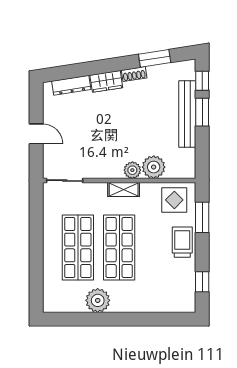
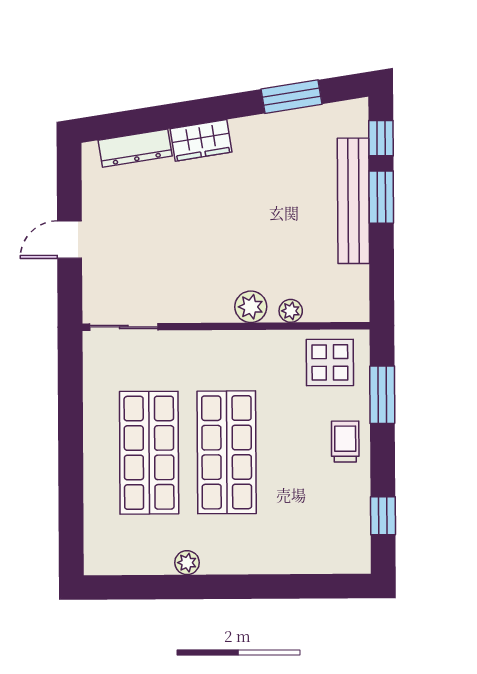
shoe rack: (134, 74) -> (253, 126), removed
door: (36, 134) -> (70, 240), swing flipped
plant: (154, 167) -> (291, 311), width x0.53, depth x0.53
shelving: (124, 190) -> (234, 343), removed
trolley: (182, 242) -> (345, 442), width x0.73, depth x0.72
plant: (98, 300) -> (187, 563), width x0.53, depth x0.53

